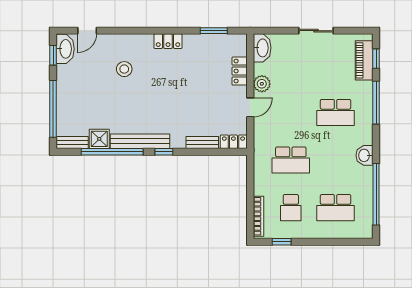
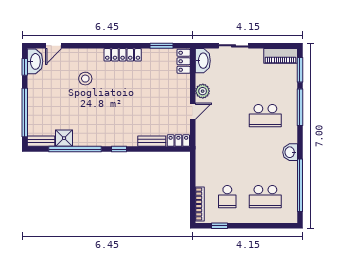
sliding door: (316, 31) -> (234, 46), moved
locker: (168, 41) -> (123, 55), width x1.53
window: (376, 59) -> (300, 70), width x1.50
piano: (364, 60) -> (281, 56), moved, turned -90
locker: (240, 71) -> (184, 61), moved
bench: (140, 141) -> (99, 140), removed
school desk: (291, 160) -> (227, 156), removed

